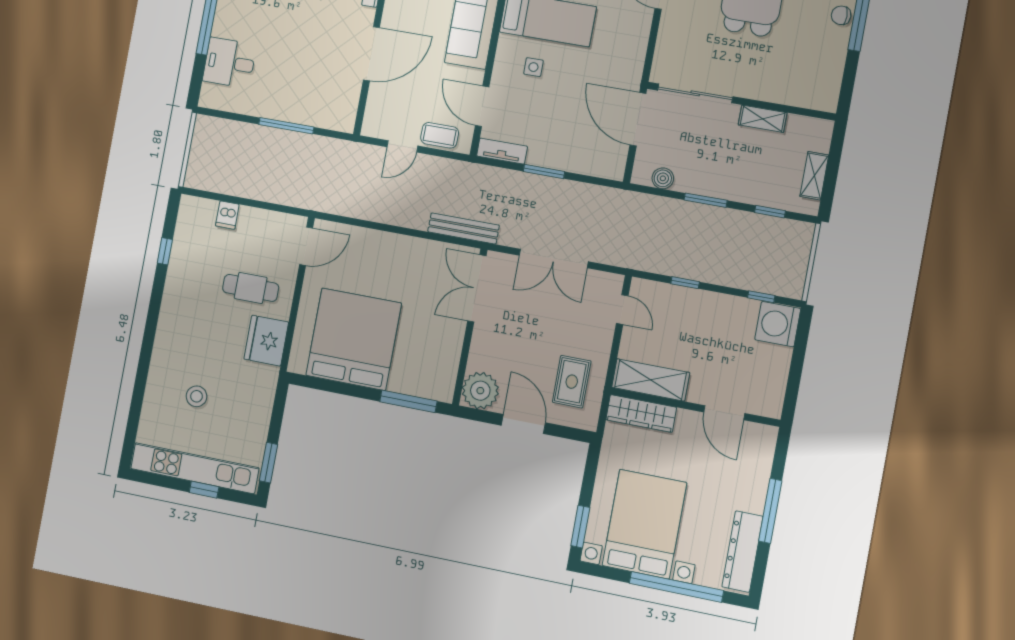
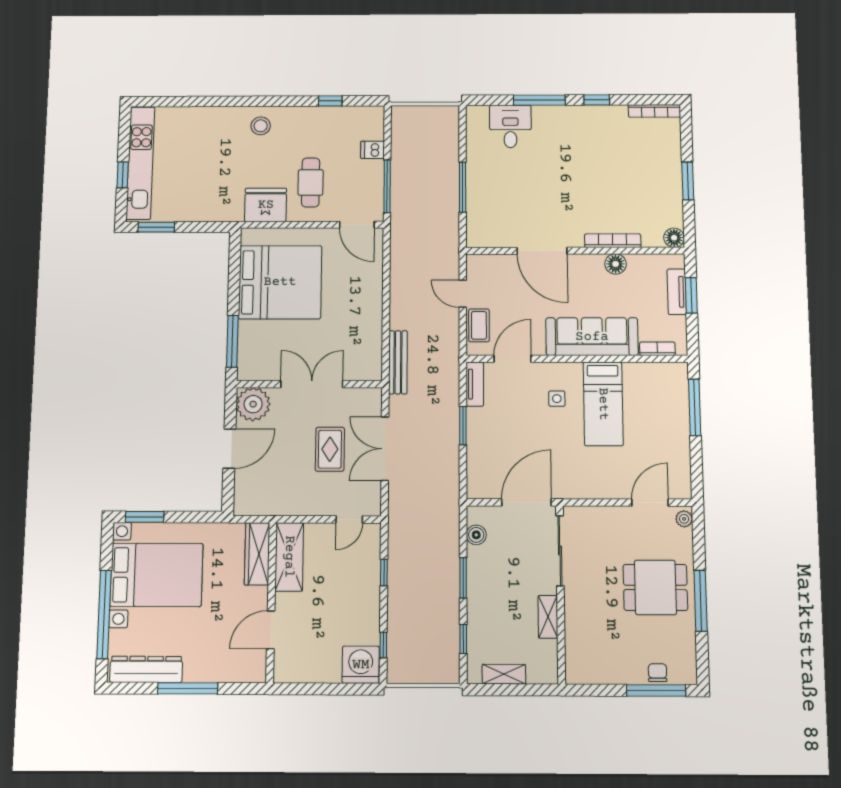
window: (270, 206) -> (387, 186), added
double door: (477, 288) -> (312, 384), moved
rug: (572, 382) -> (330, 449), moved, turned 90
stool: (196, 396) -> (261, 126), moved

